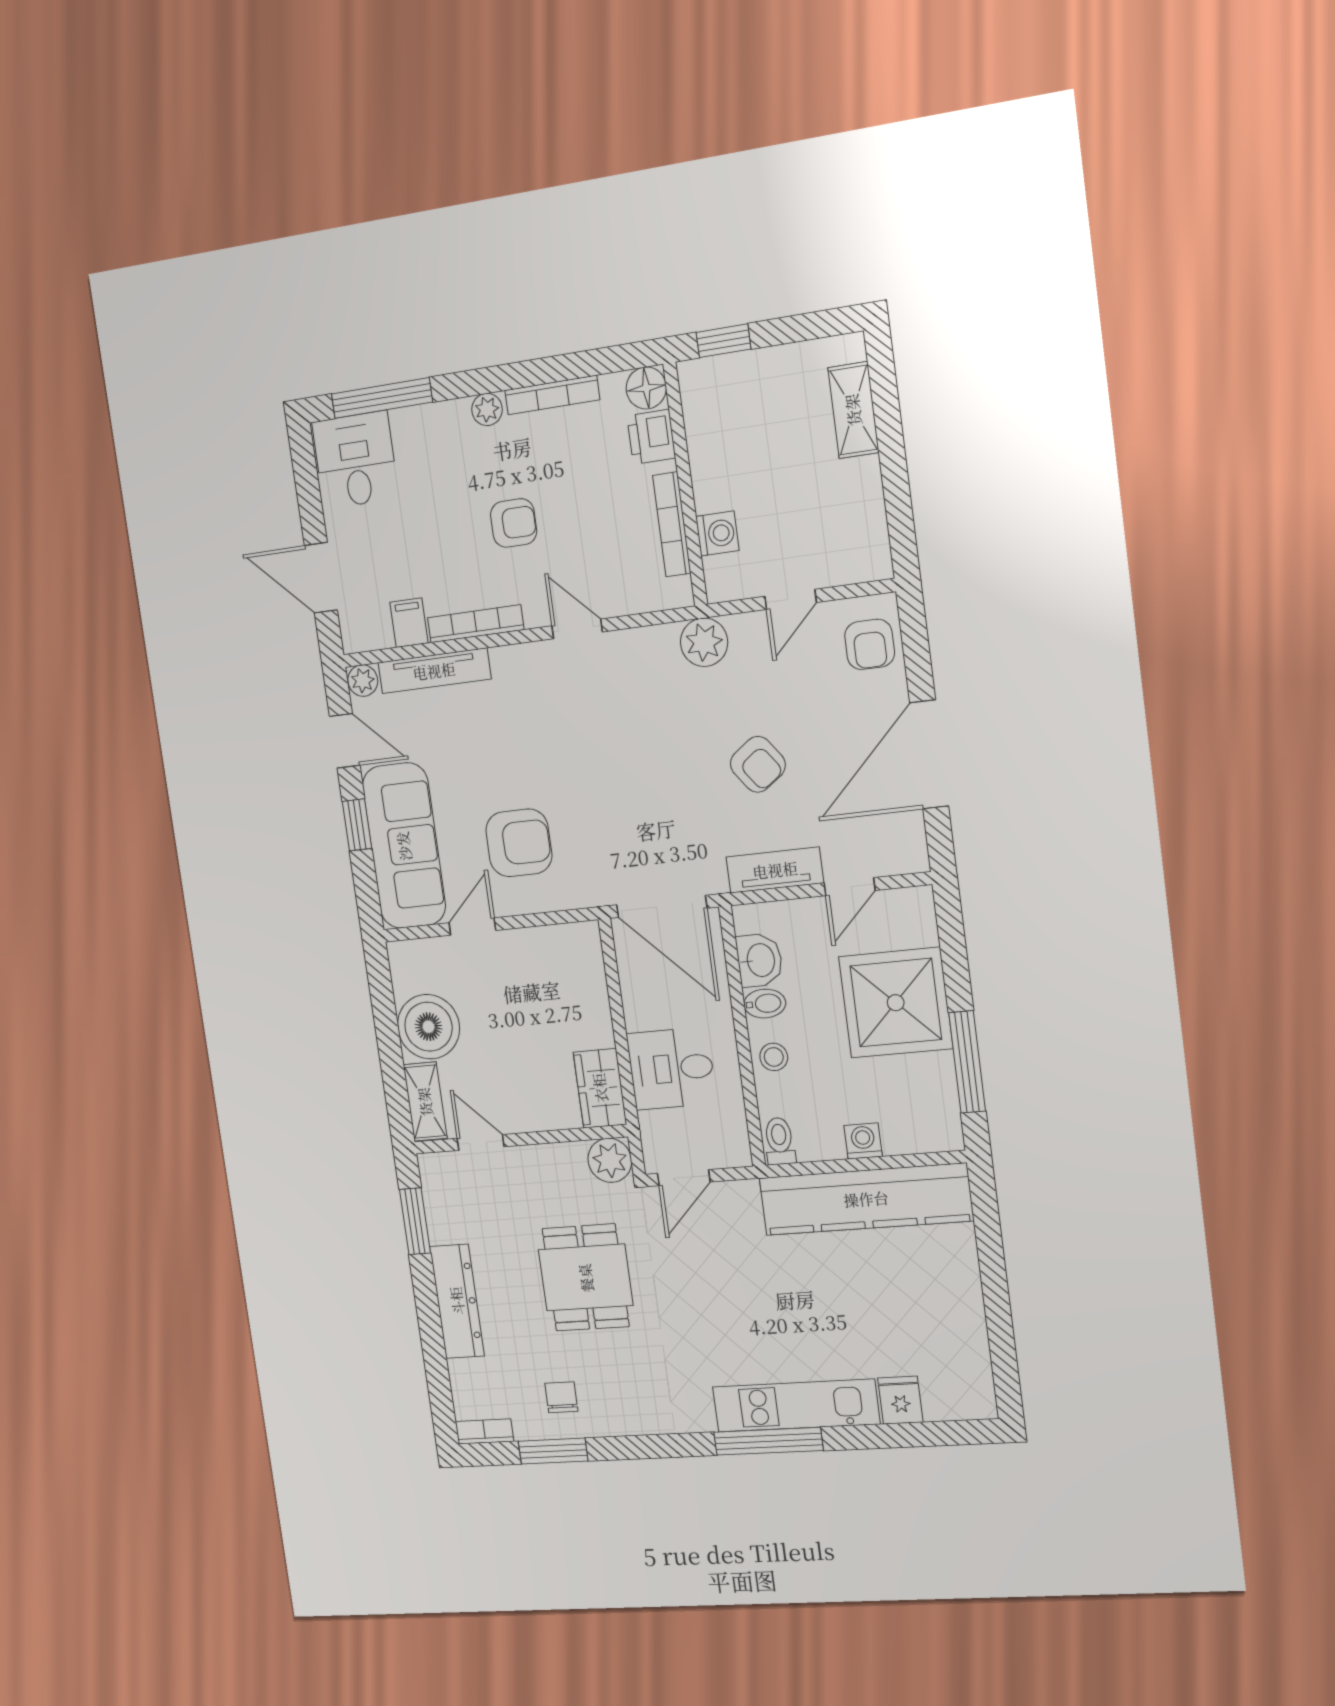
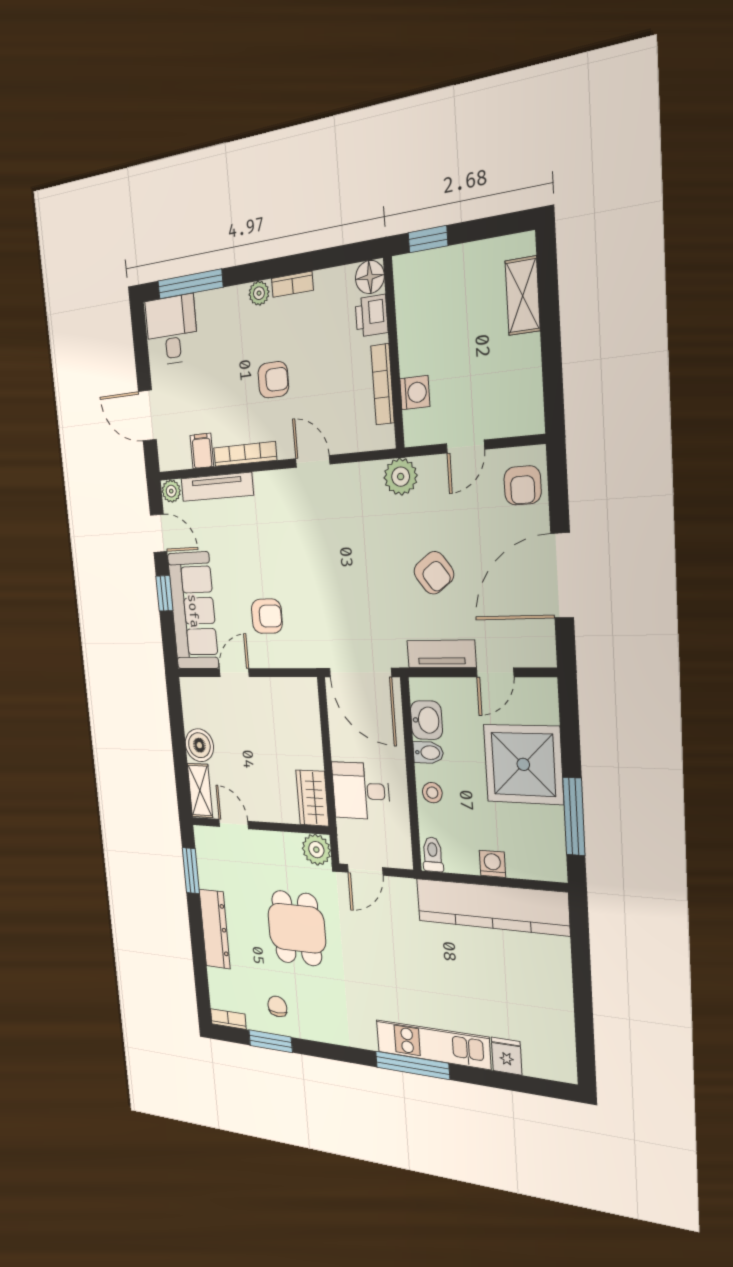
bookcase: (552, 395) -> (292, 284), width x0.64
armchair: (519, 843) -> (267, 616), width x0.72, depth x0.72
boiler: (428, 1027) -> (199, 745), width x0.73, depth x0.73

